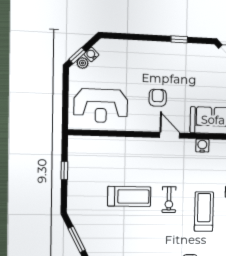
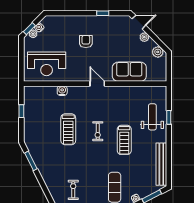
armchair: (158, 98) -> (86, 42), moved
water cooler: (202, 146) -> (62, 91), moved
treadmill: (129, 196) -> (68, 129), turned 90
treadmill: (204, 212) -> (124, 140), turned 180

